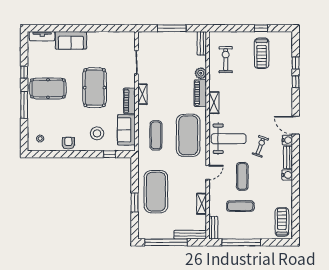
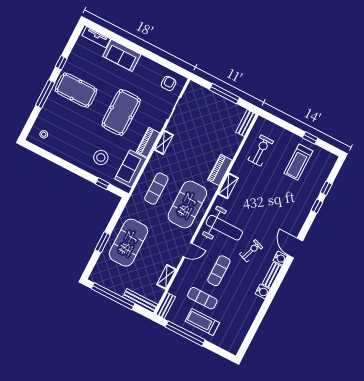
plant: (201, 73) -> (230, 151), removed
armchair: (68, 143) -> (169, 83), moved
treadmill: (282, 222) -> (202, 322), moved, turned -90

